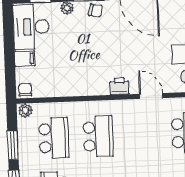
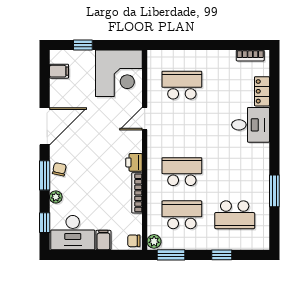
printer: (119, 86) -> (134, 162), moved
bookcase: (74, 91) -> (137, 193), added
window: (13, 145) -> (171, 255), moved

